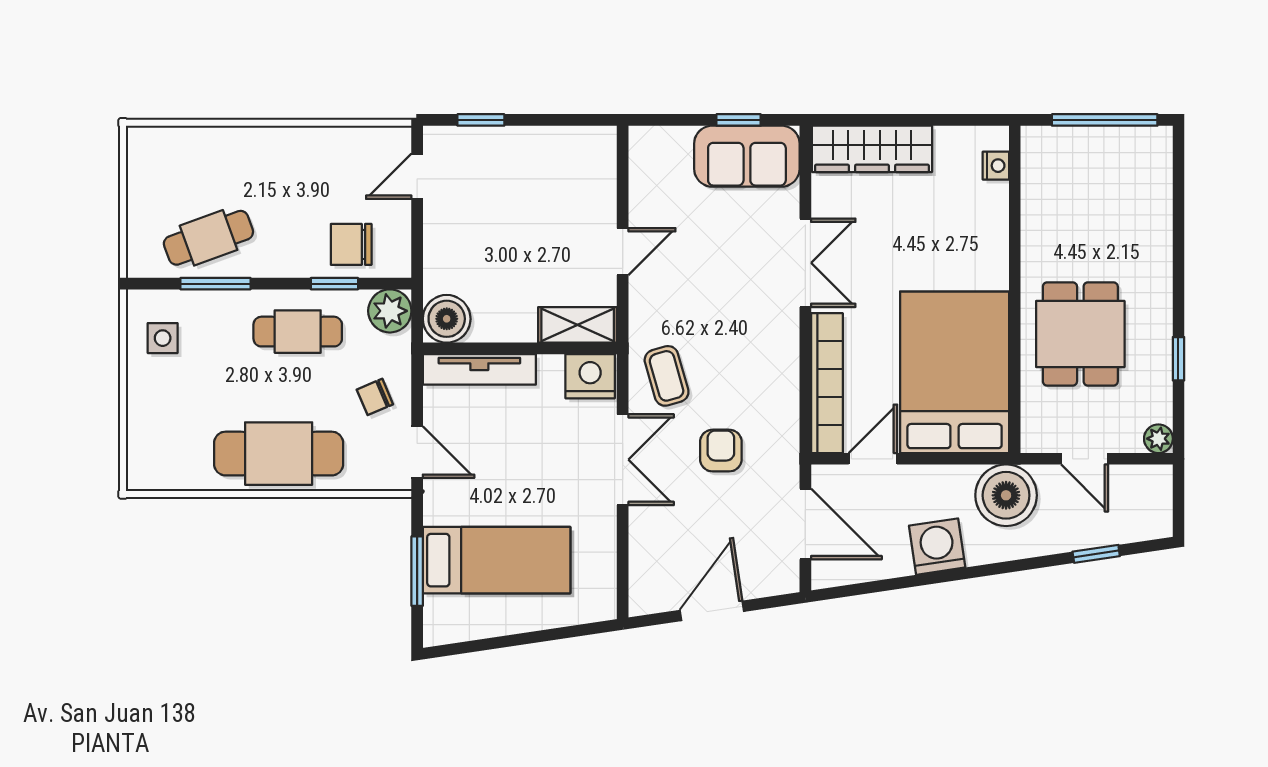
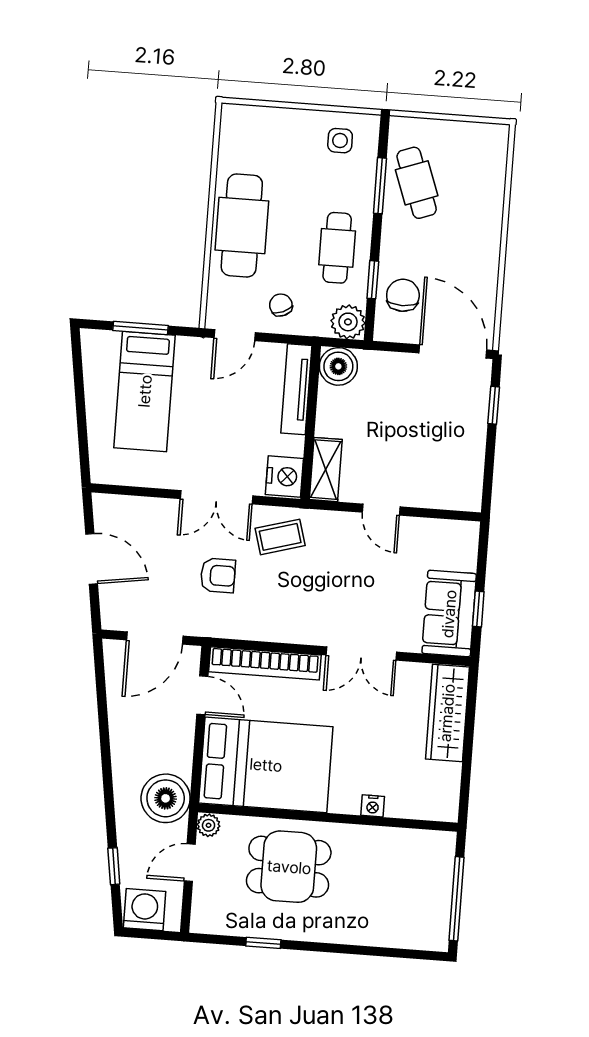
nightstand: (996, 166) -> (373, 806), moved
door: (417, 176) -> (453, 351), width x1.87
plant: (1158, 439) -> (209, 825), moved
washing machine: (937, 547) -> (145, 910), moved, turned -82

